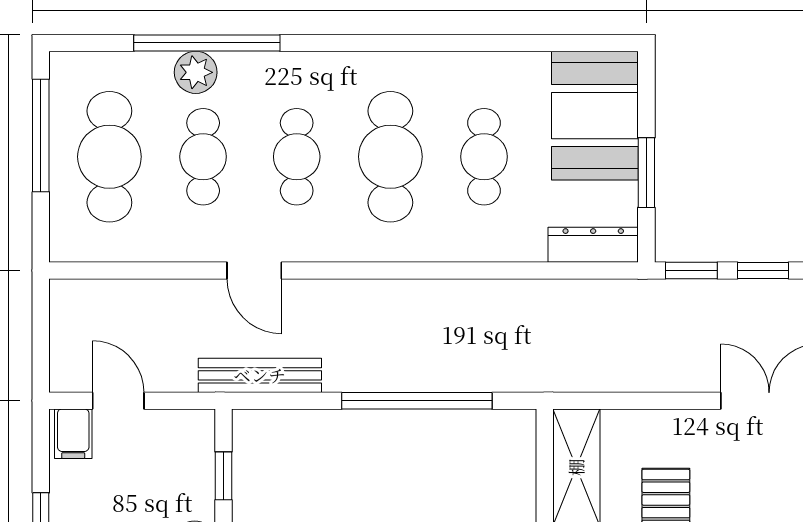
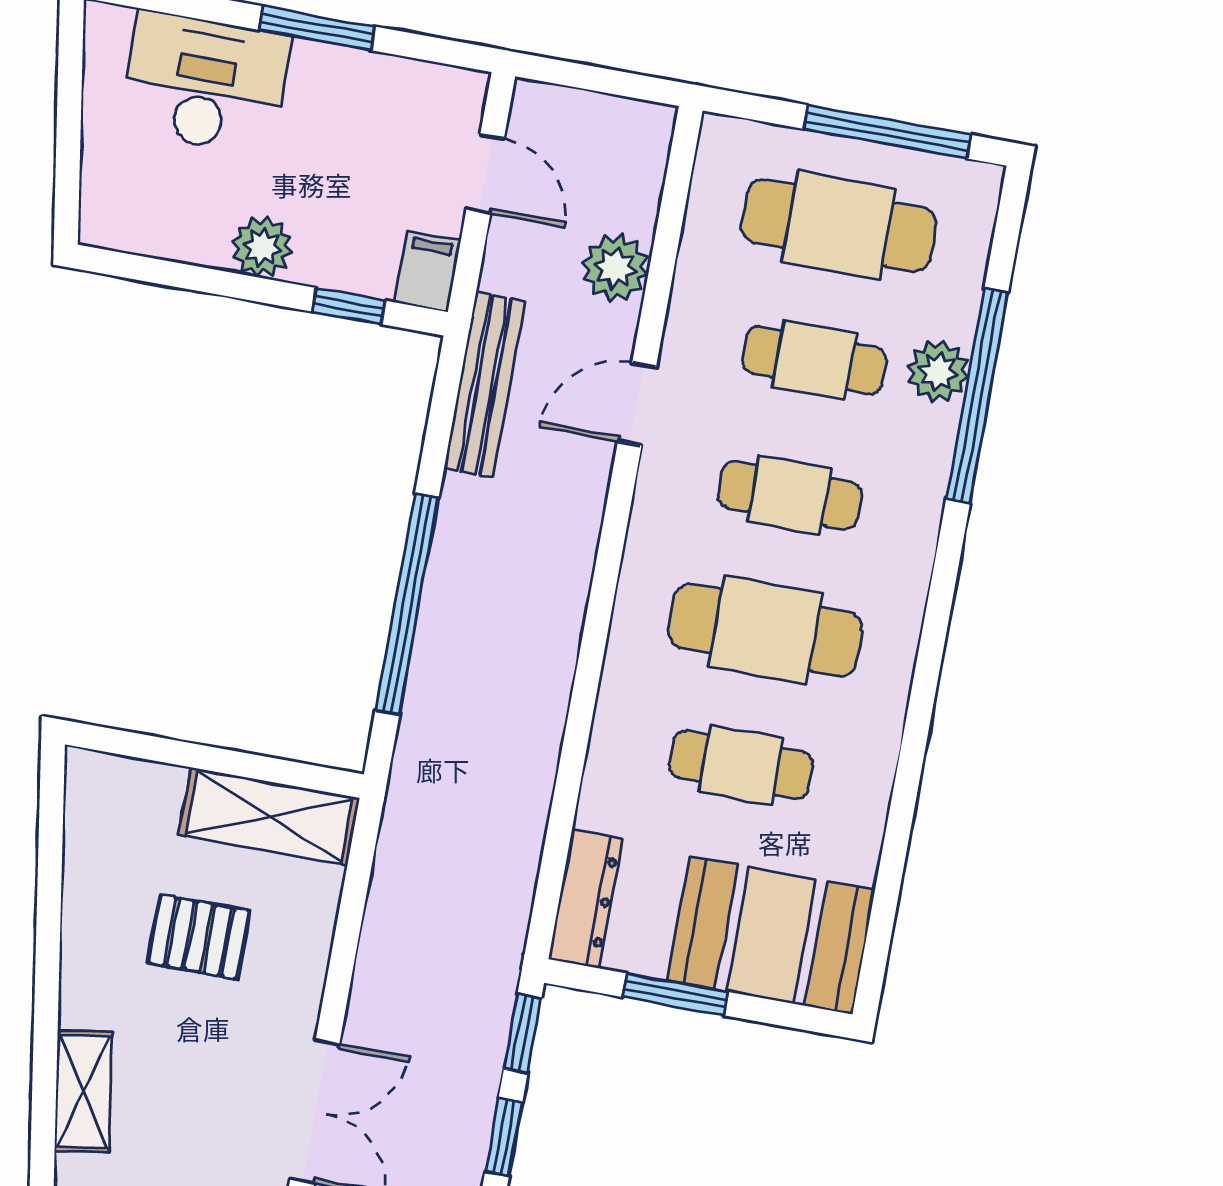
plant: (165, 302) -> (615, 268), added
door: (118, 401) -> (485, 174), hinge flipped
filing cabinet: (73, 434) -> (428, 271), moved, turned 90

